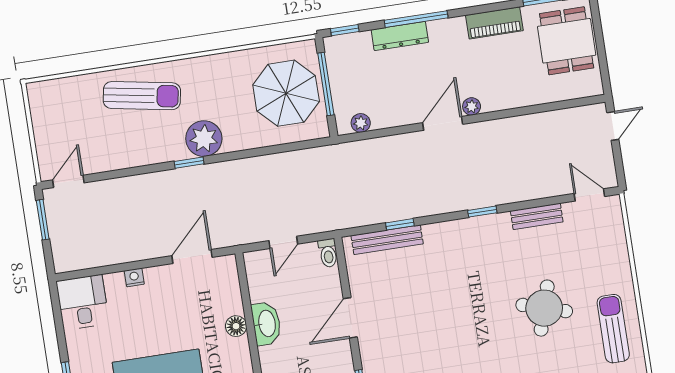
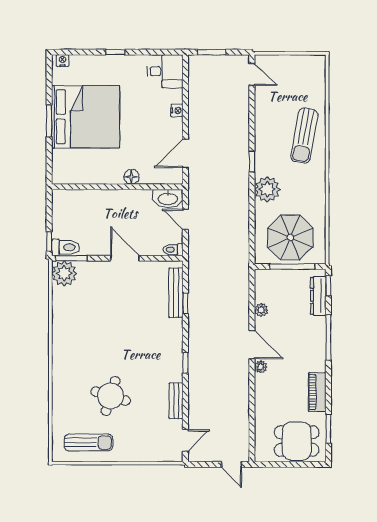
dresser: (400, 36) -> (318, 296), moved
plant: (361, 123) -> (261, 310), moved
plant: (204, 139) -> (267, 189), moved
window: (43, 220) -> (212, 52), moved
door: (192, 256) -> (185, 153), swing flipped
washbasin: (266, 324) -> (168, 198), moved

